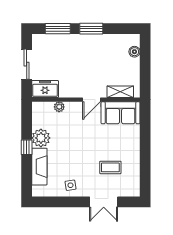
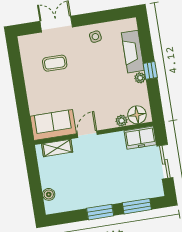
floor lamp: (45, 110) -> (137, 115), added
plant: (41, 138) -> (140, 78), width x0.53, depth x0.53

